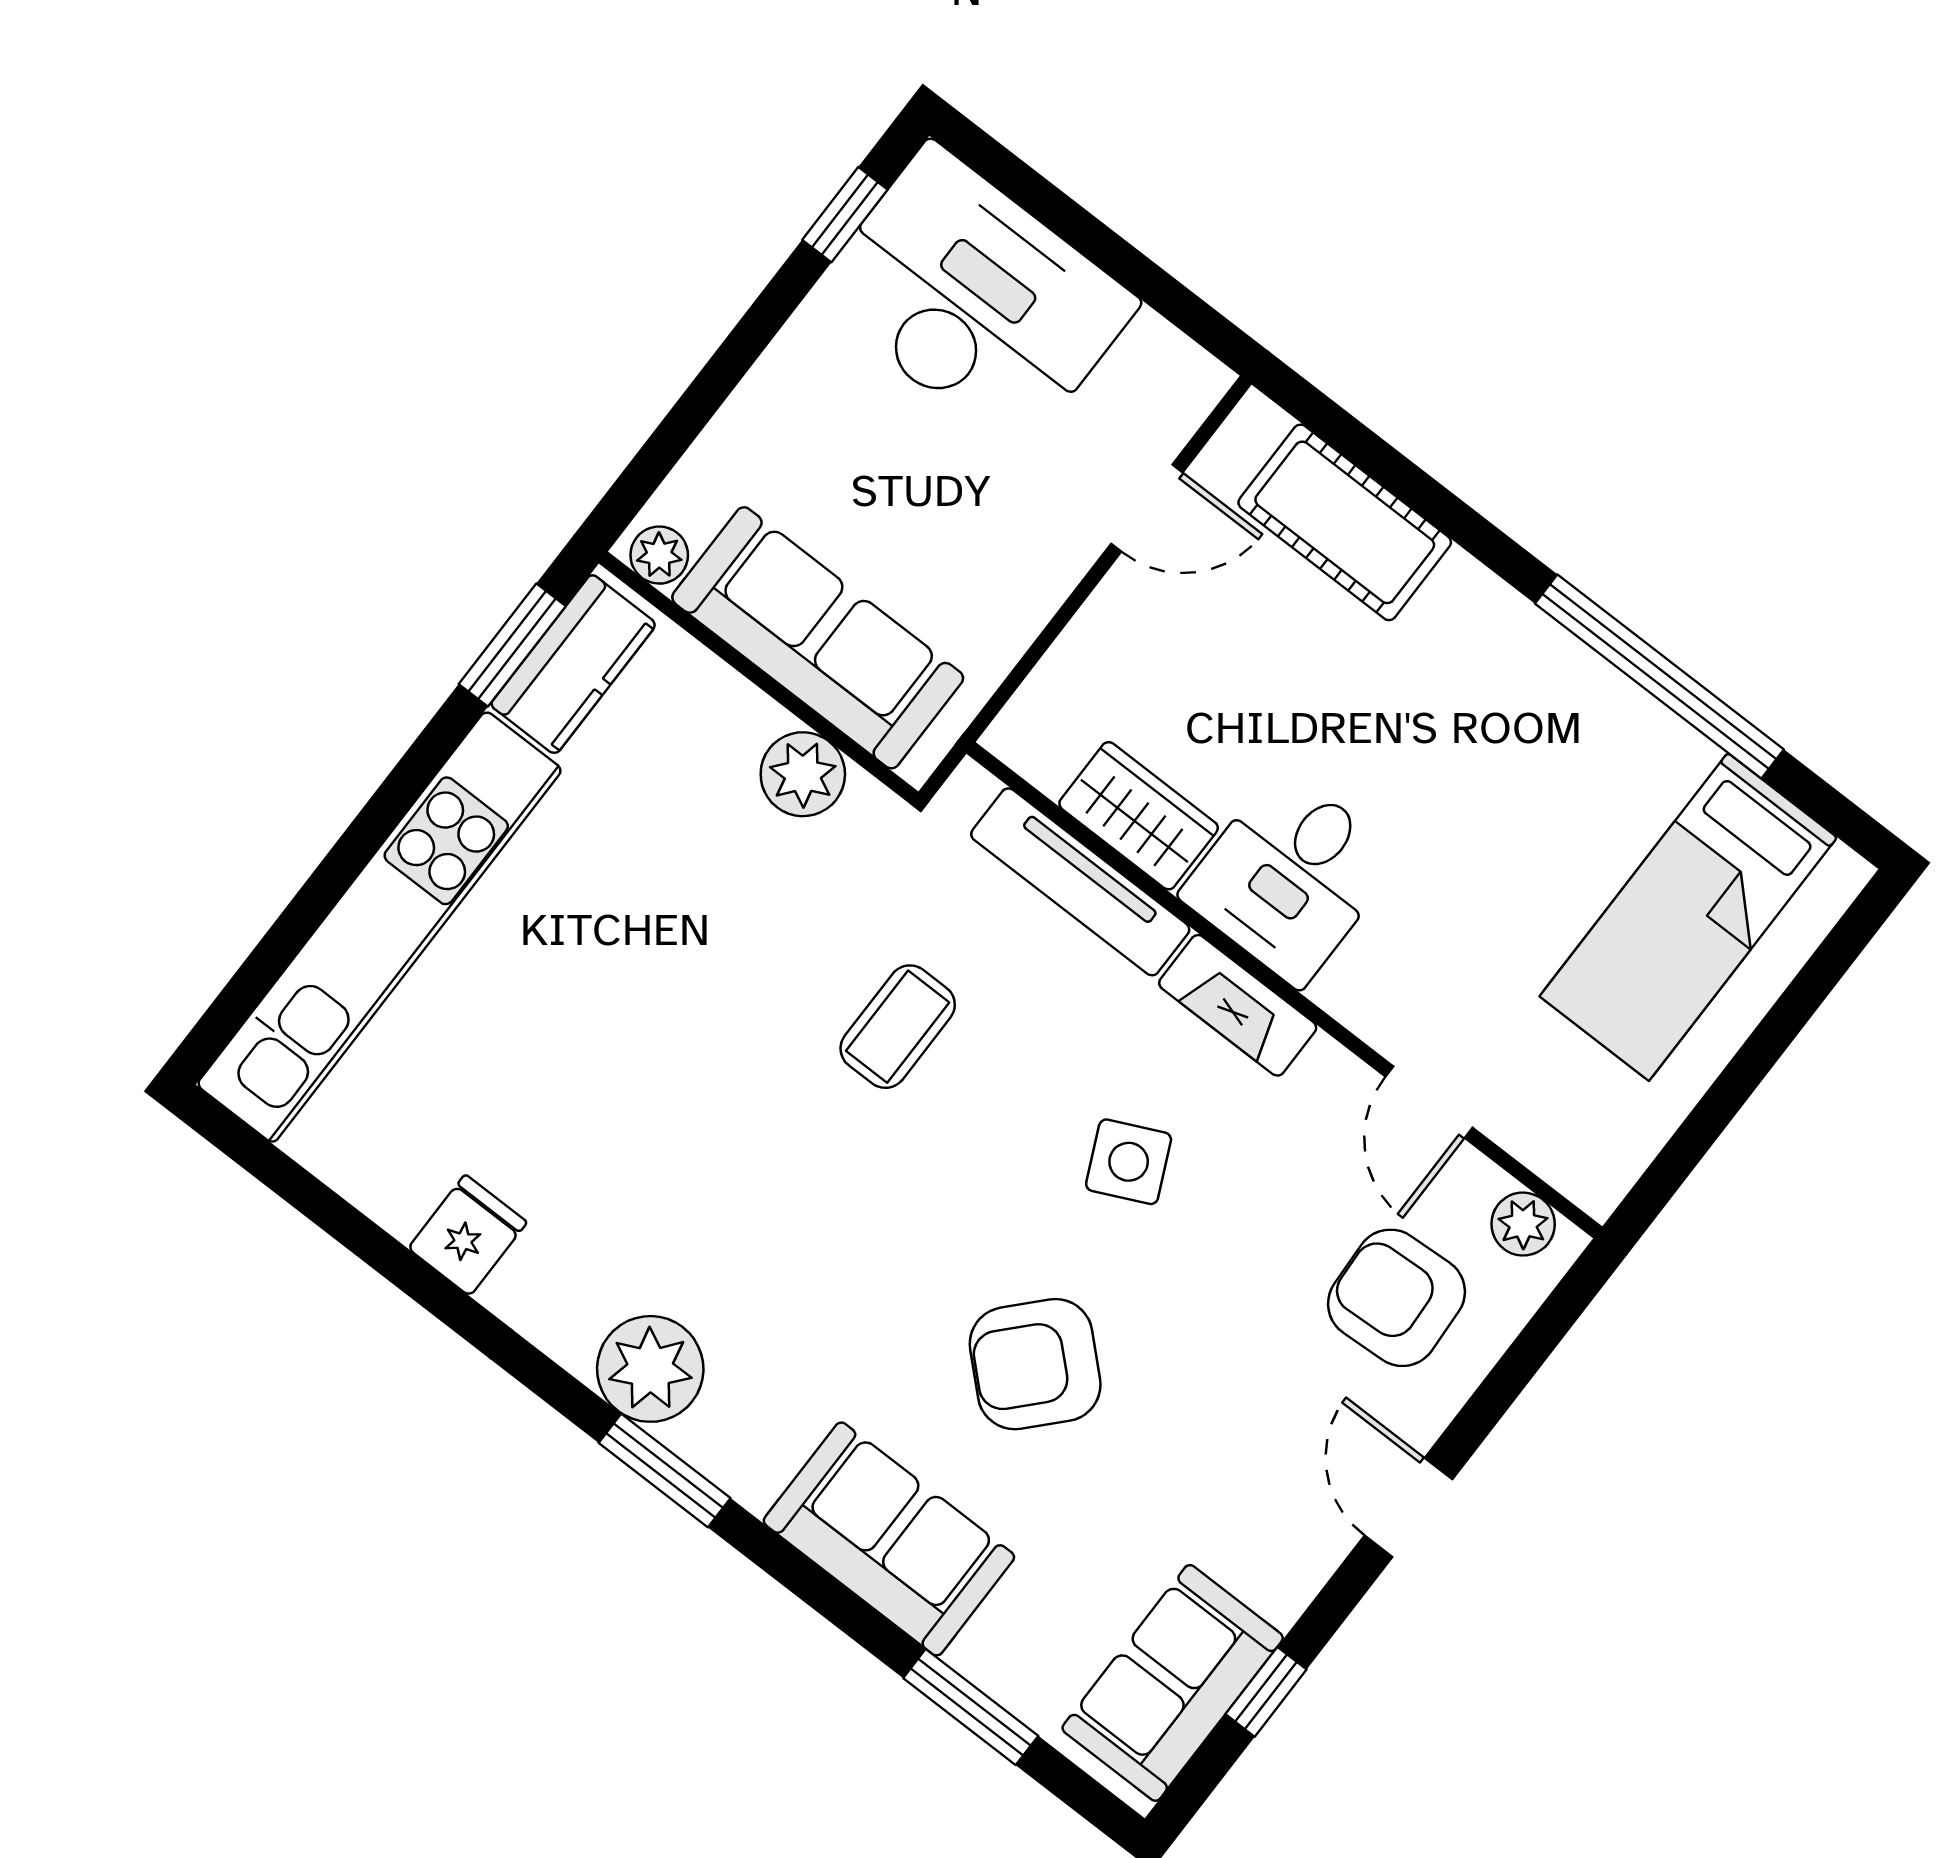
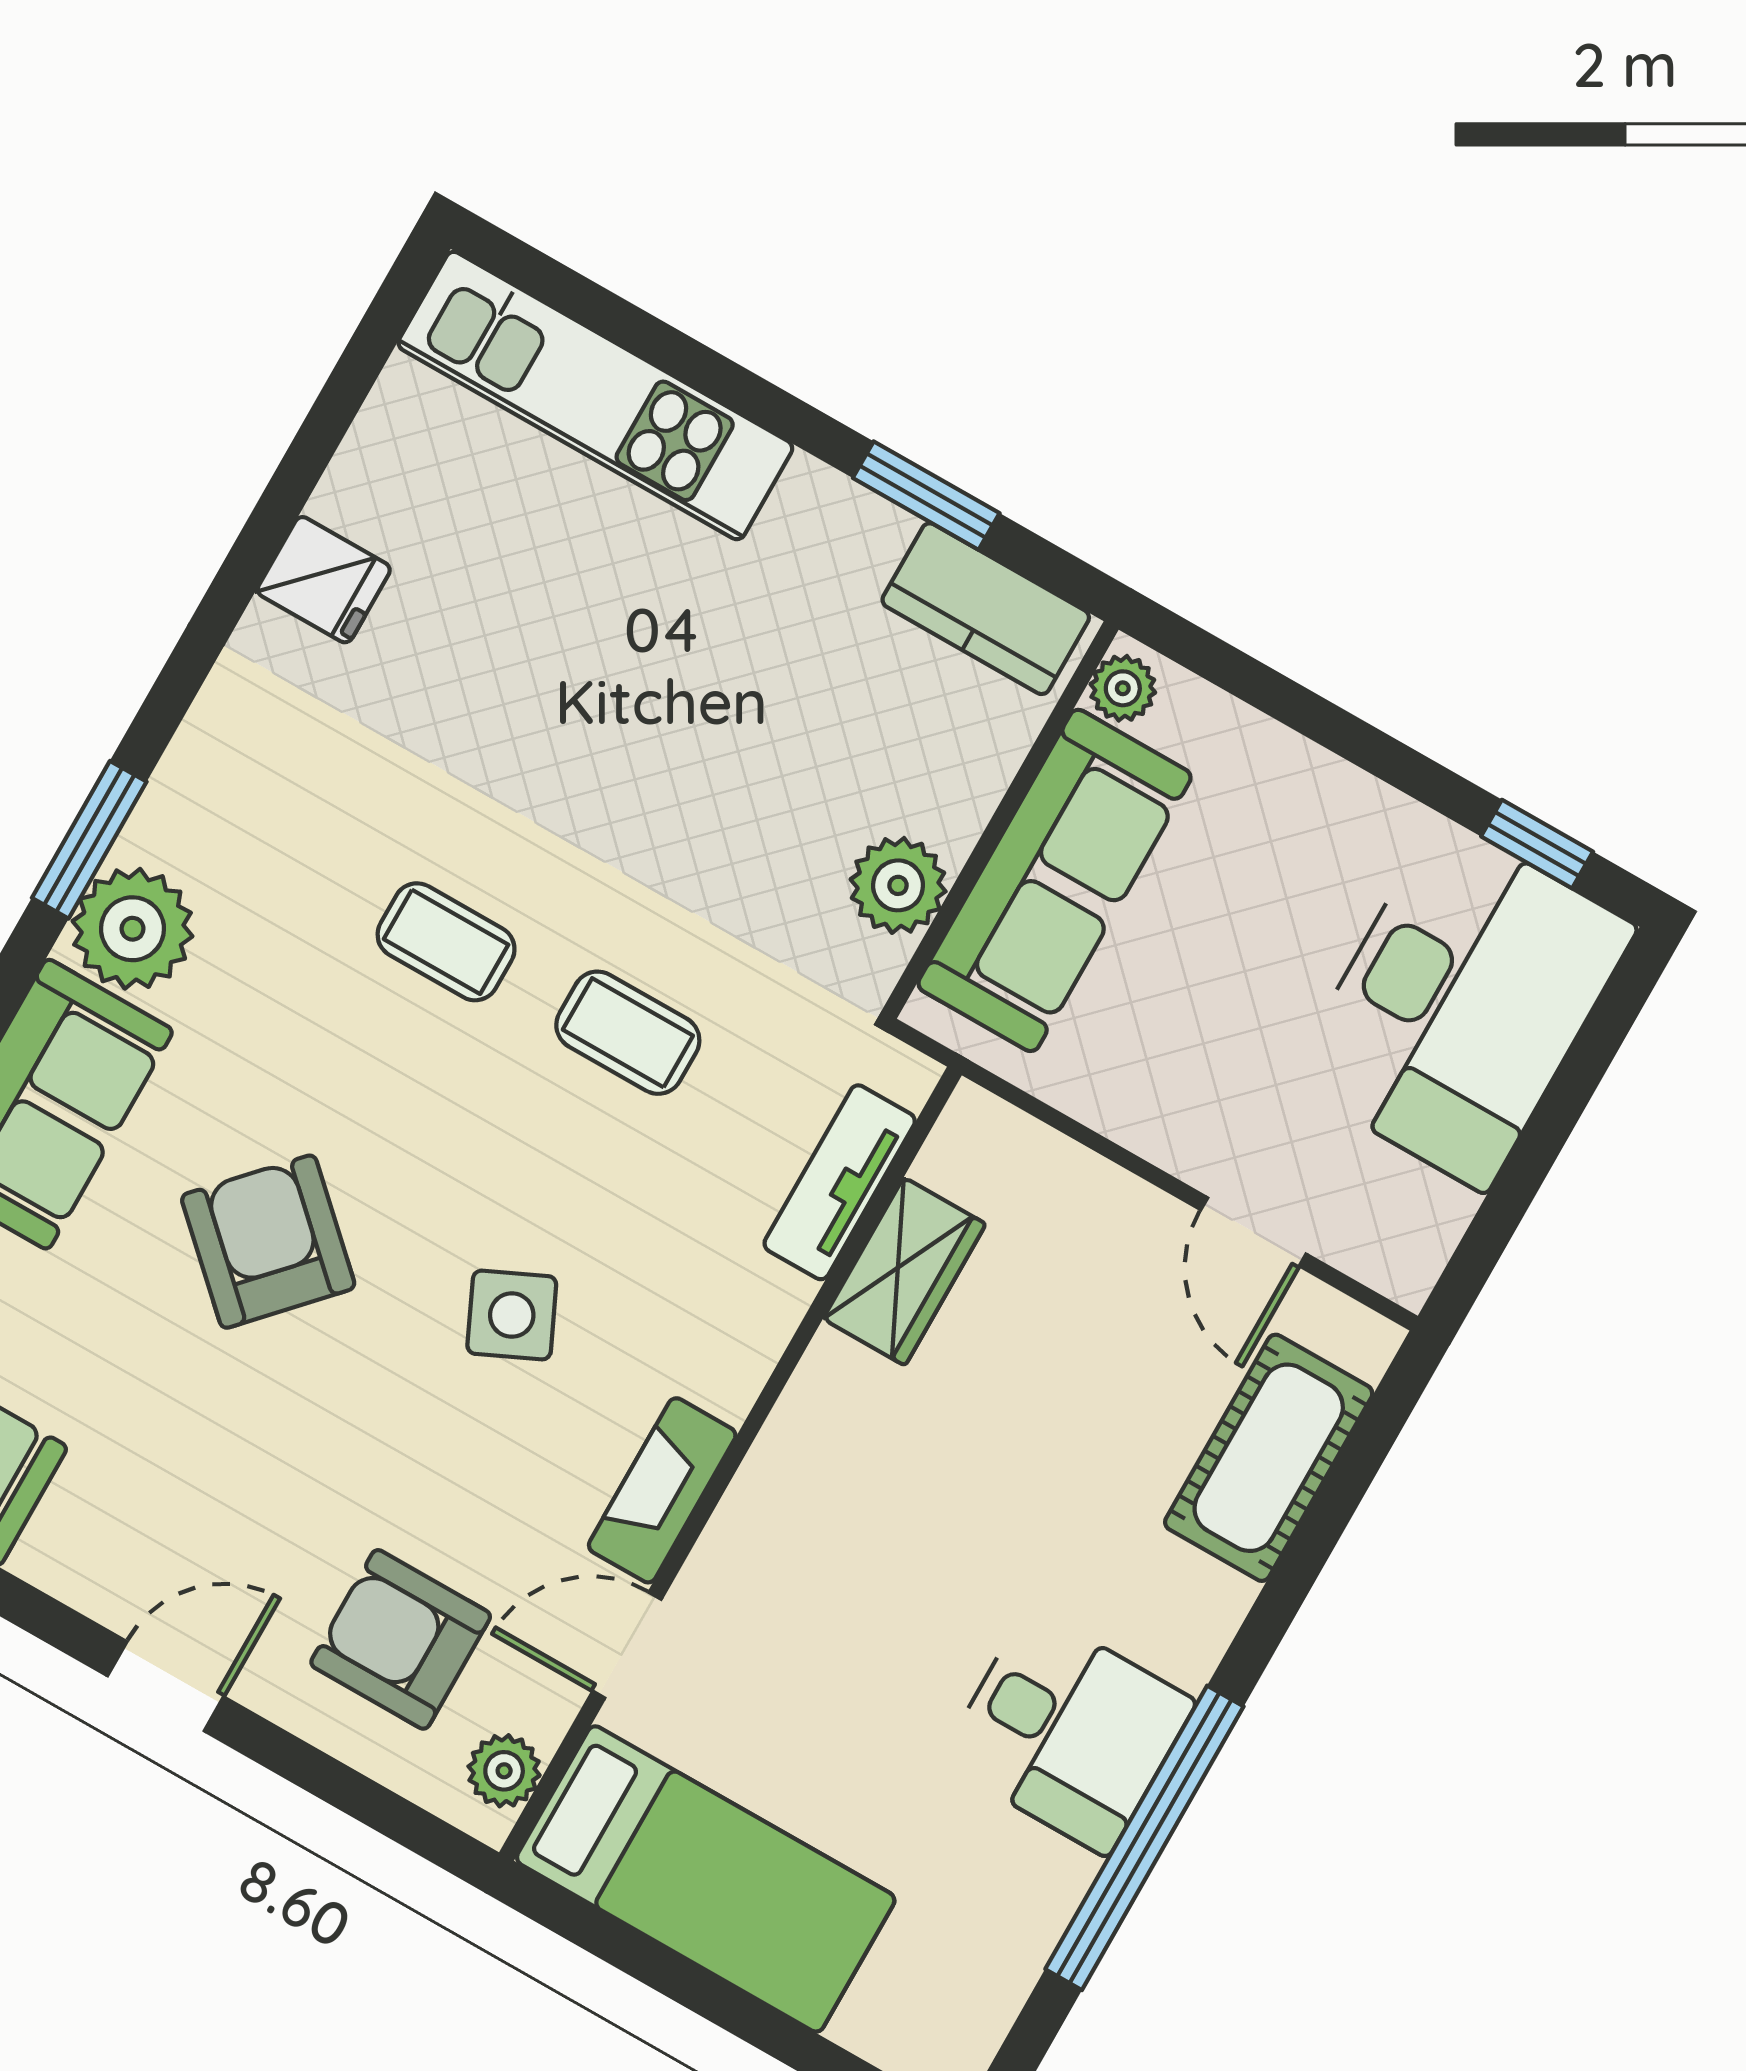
window: (512, 645) -> (926, 496), moved
desk: (1290, 877) -> (1068, 1732), moved, turned 180
tv unit: (1080, 882) -> (840, 1182), width x0.71
bed: (1688, 917) -> (706, 1879), moved, turned 180
kitchen unit: (380, 927) -> (595, 396), width x0.73
fireplace: (1238, 1005) -> (662, 1490), moved
coffee table: (797, 1173) -> (446, 942), added
armchair: (1396, 1298) -> (401, 1639), turned -87
plant: (650, 1369) -> (133, 929), moved

